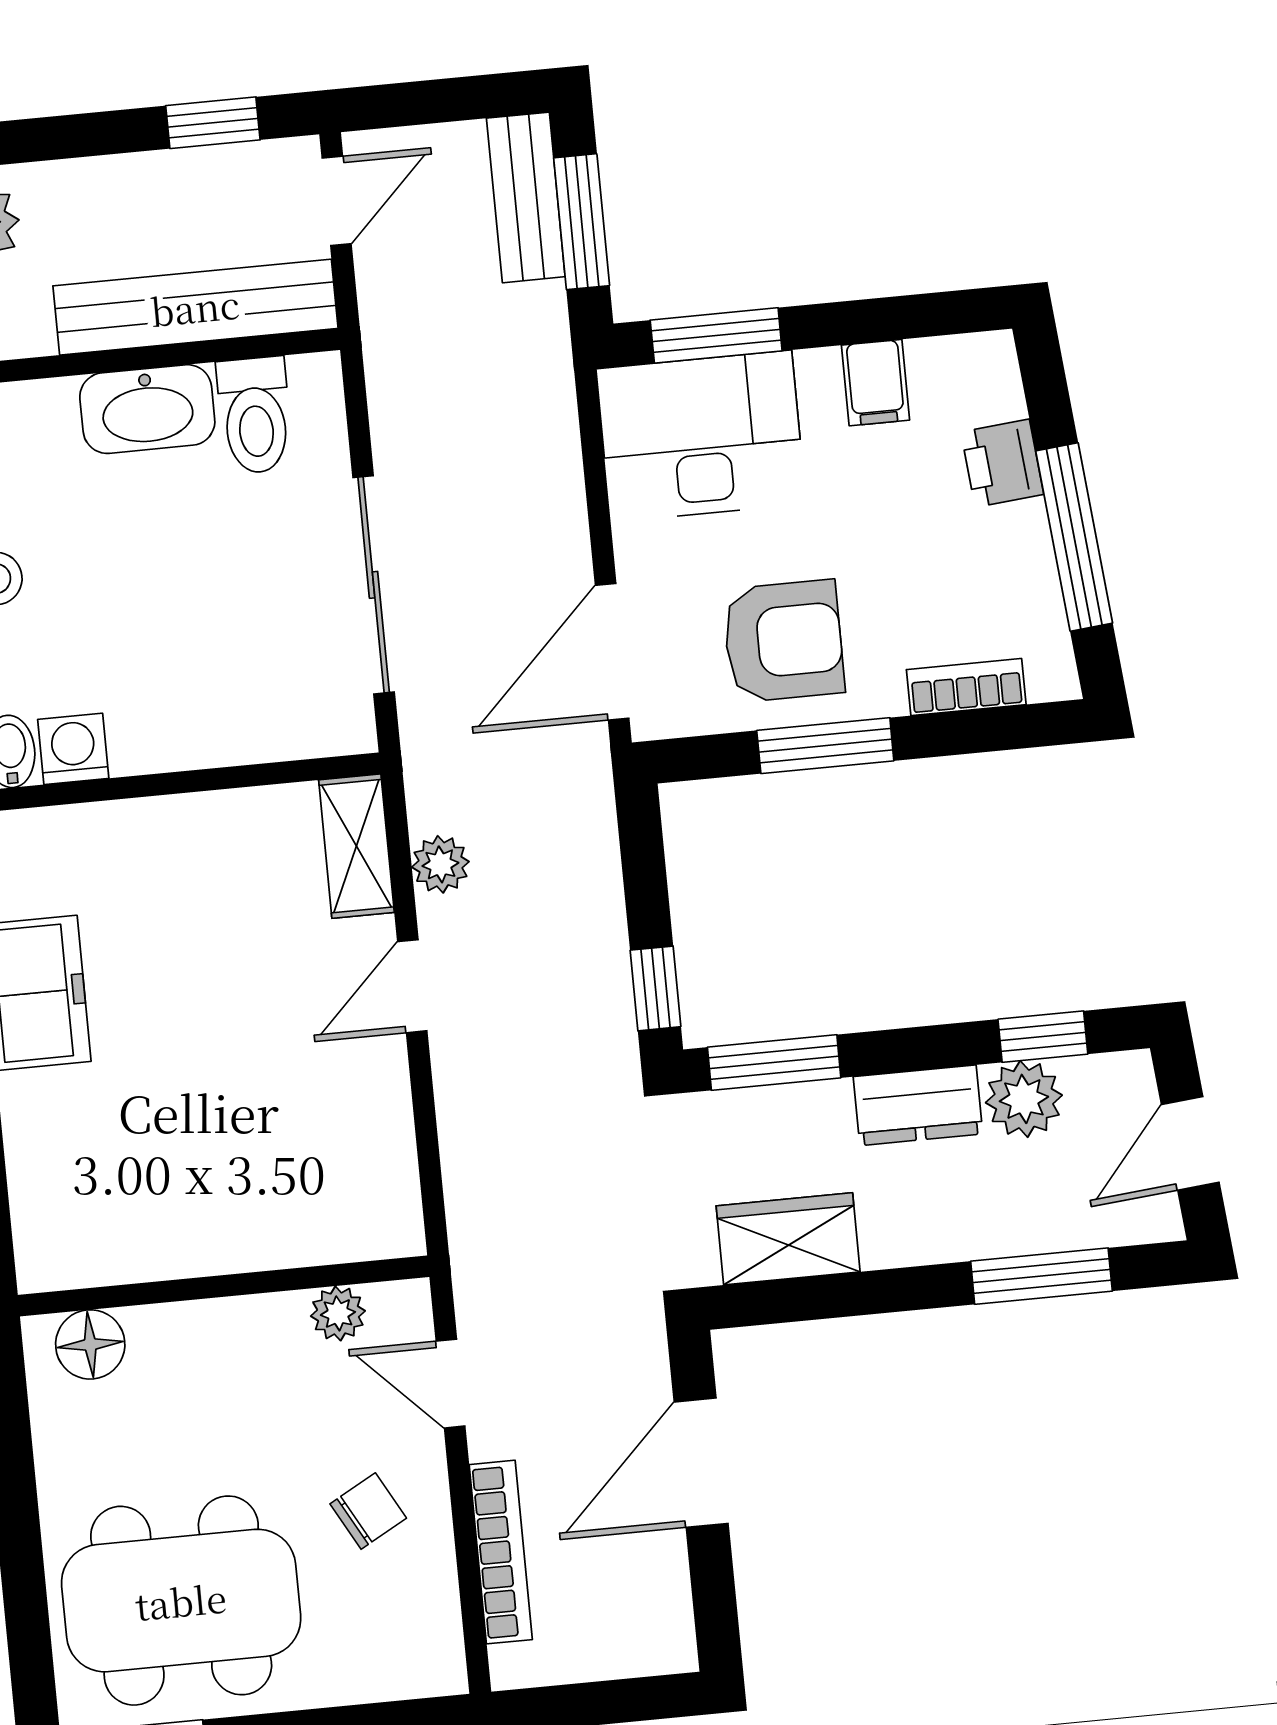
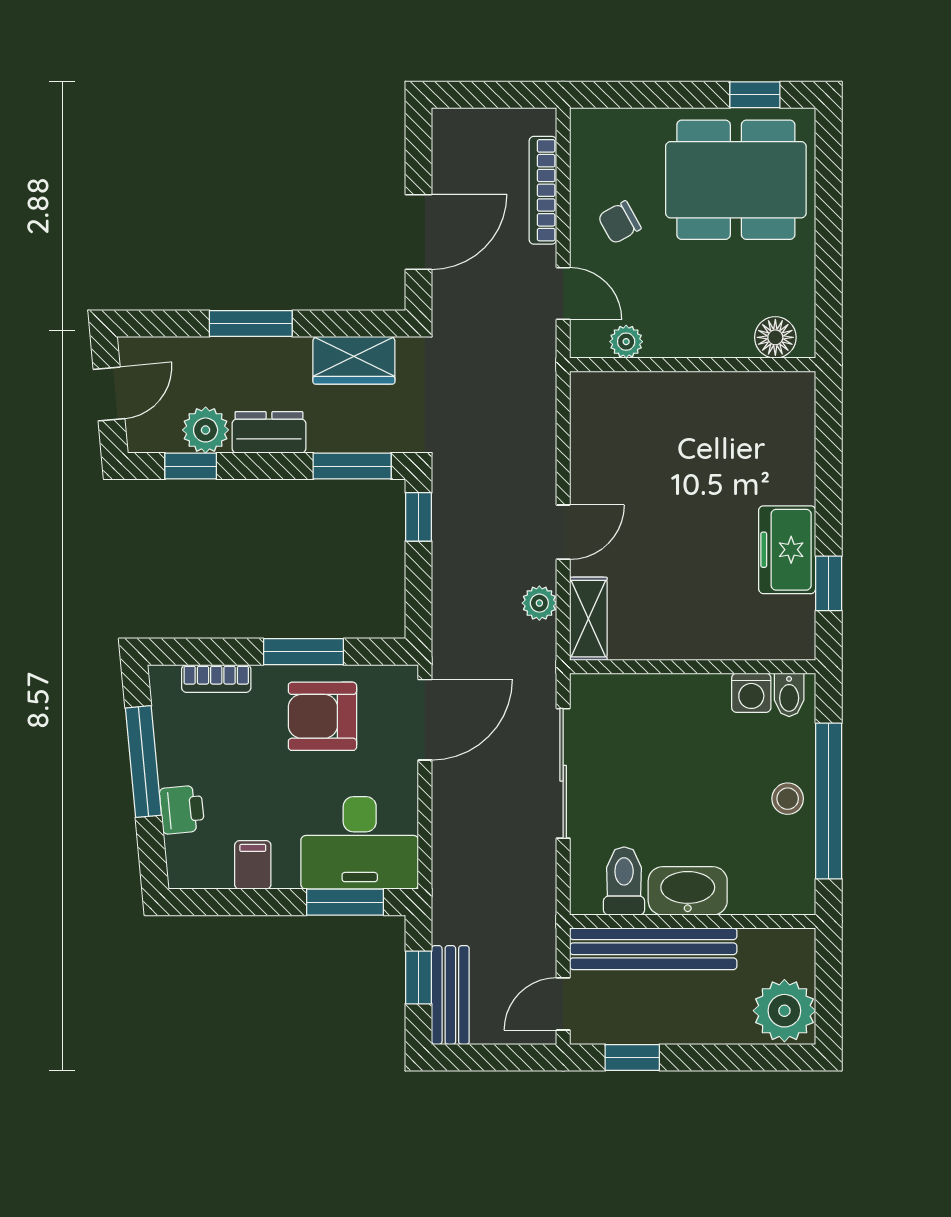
window: (582, 222) -> (418, 977), width x0.67
window: (1041, 1276) -> (251, 324), moved

